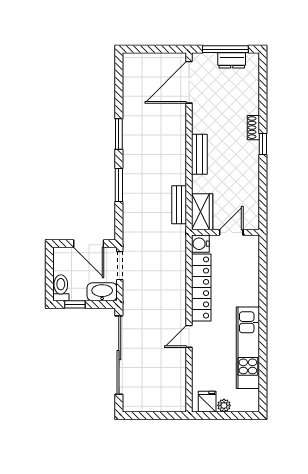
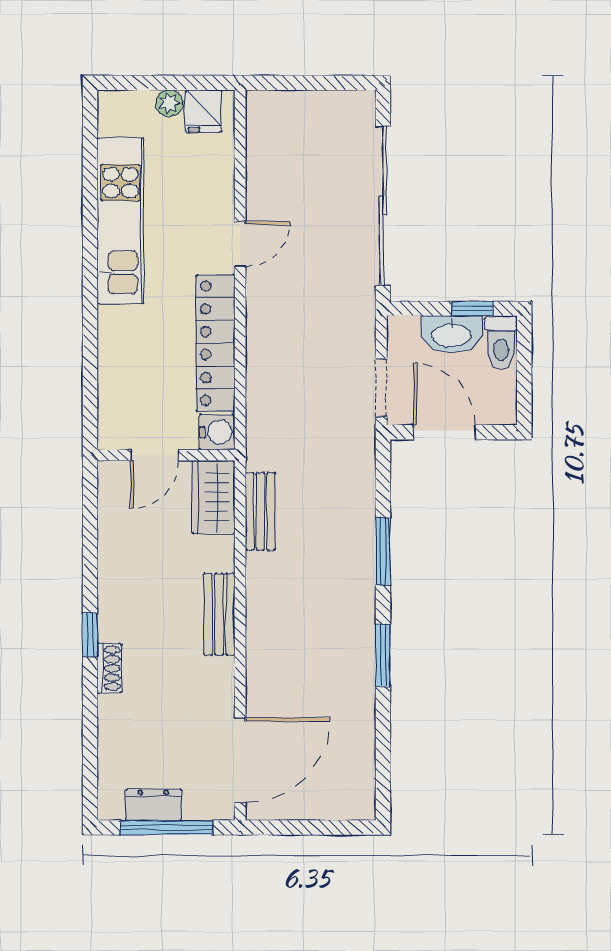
washbasin: (102, 292) -> (451, 334), moved

